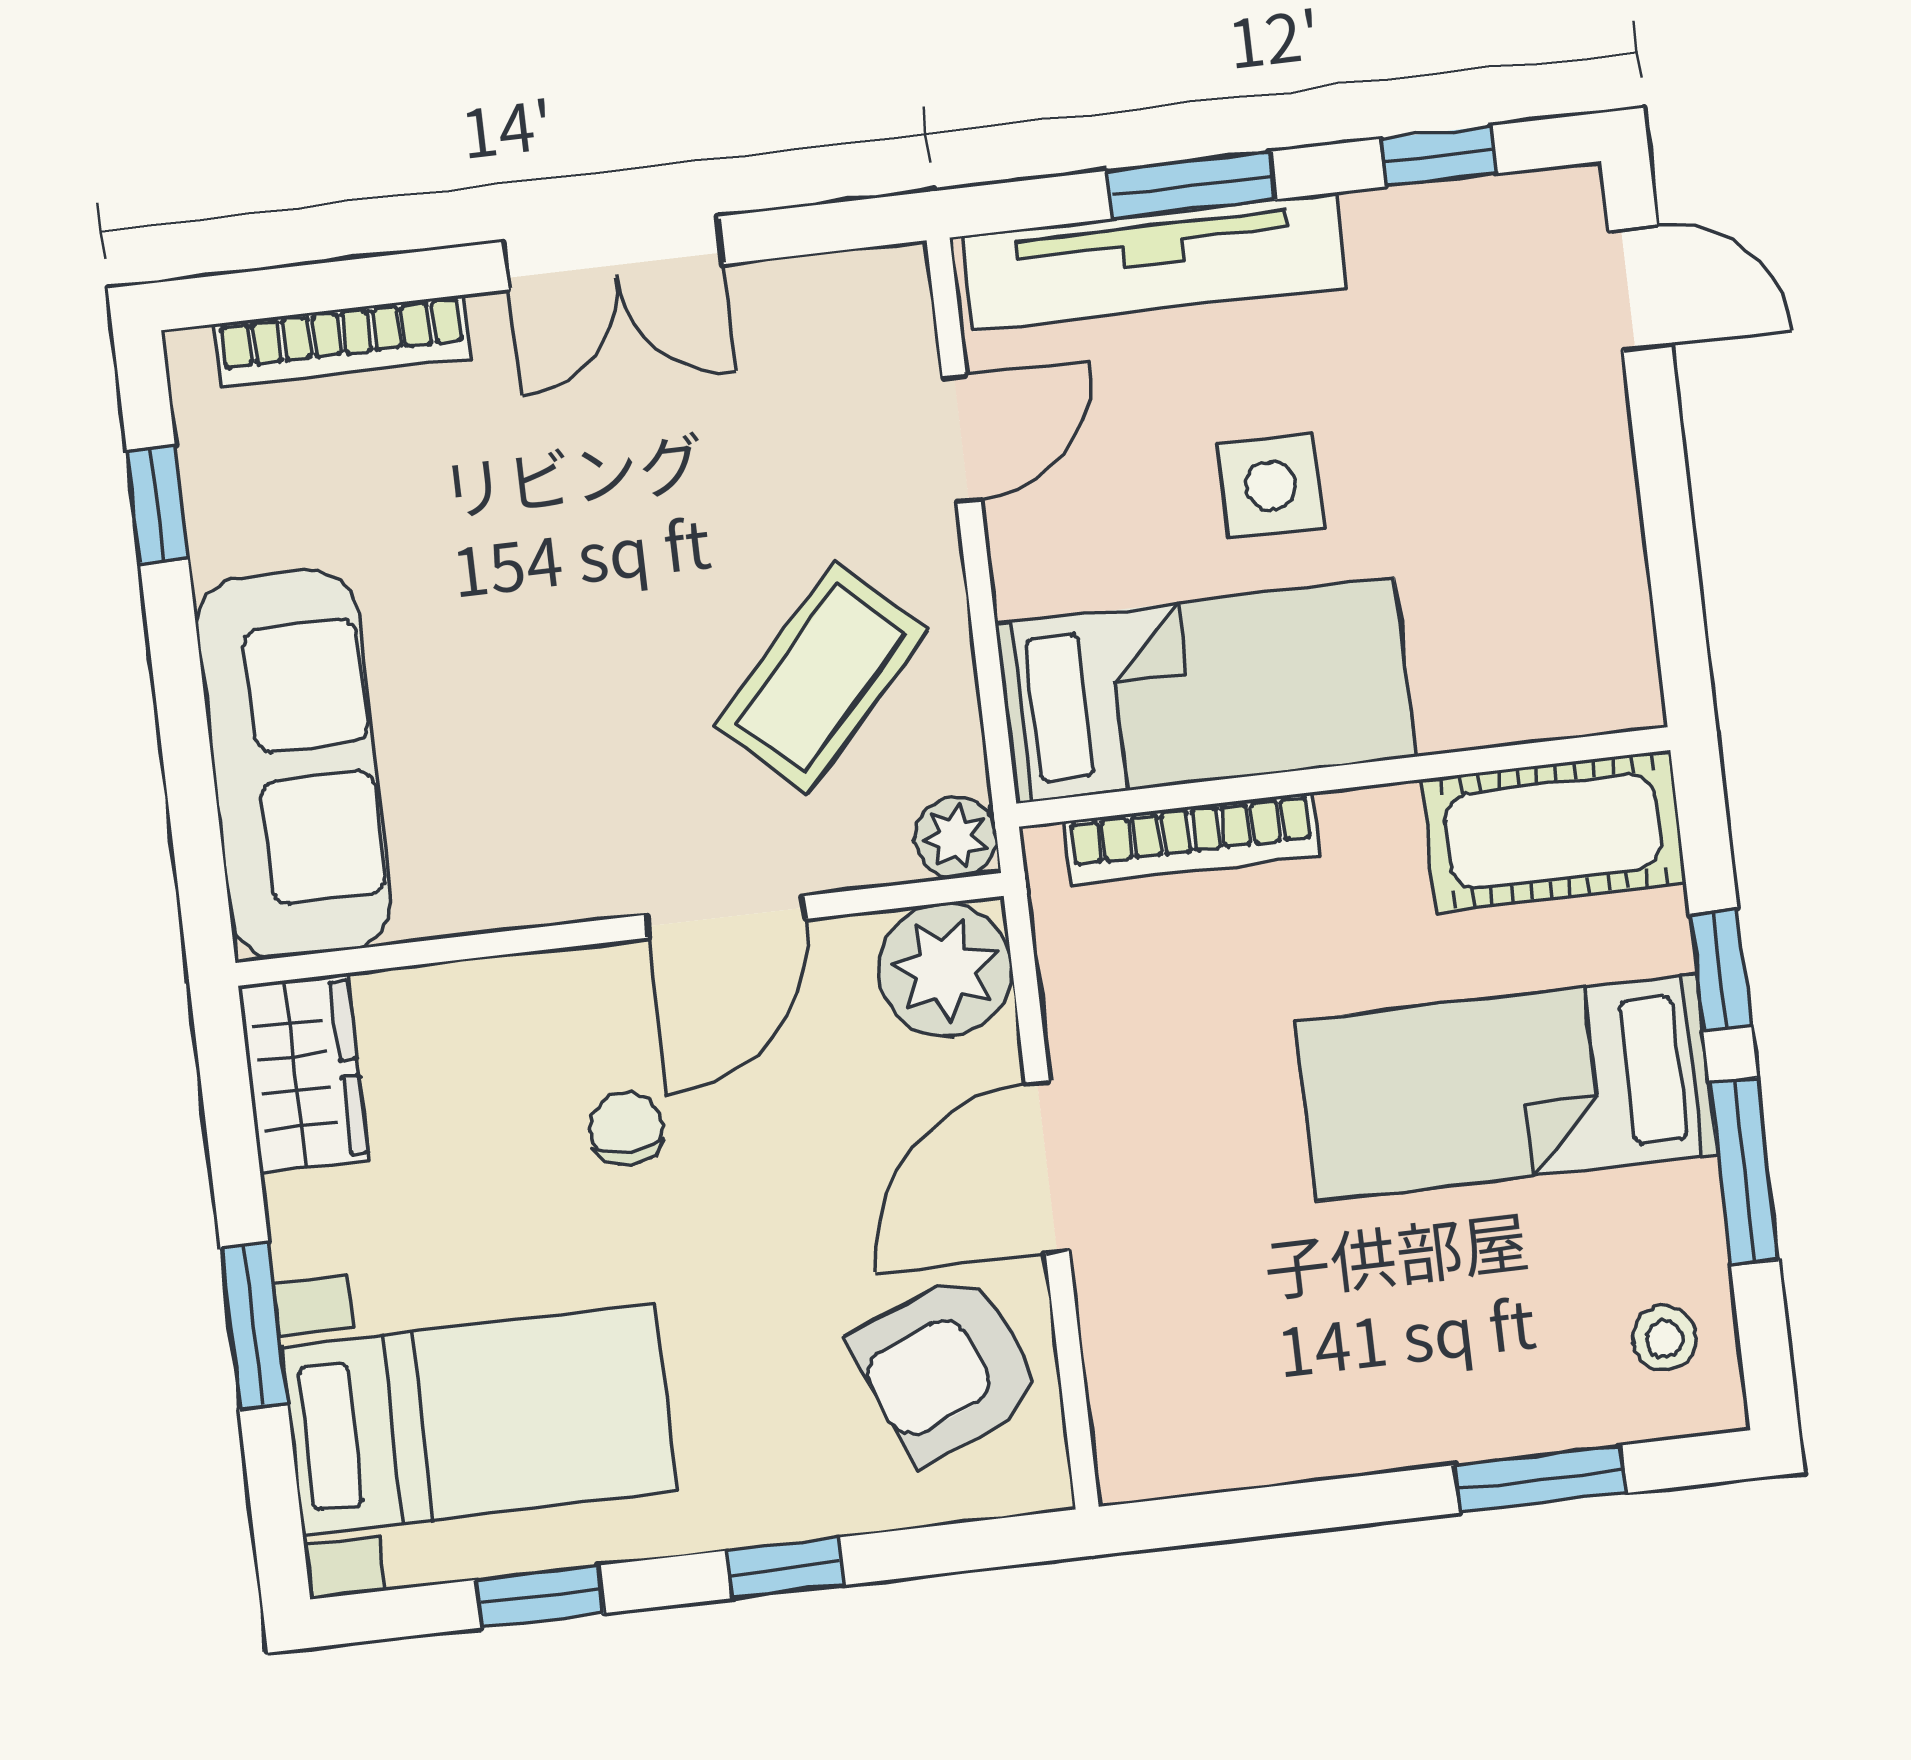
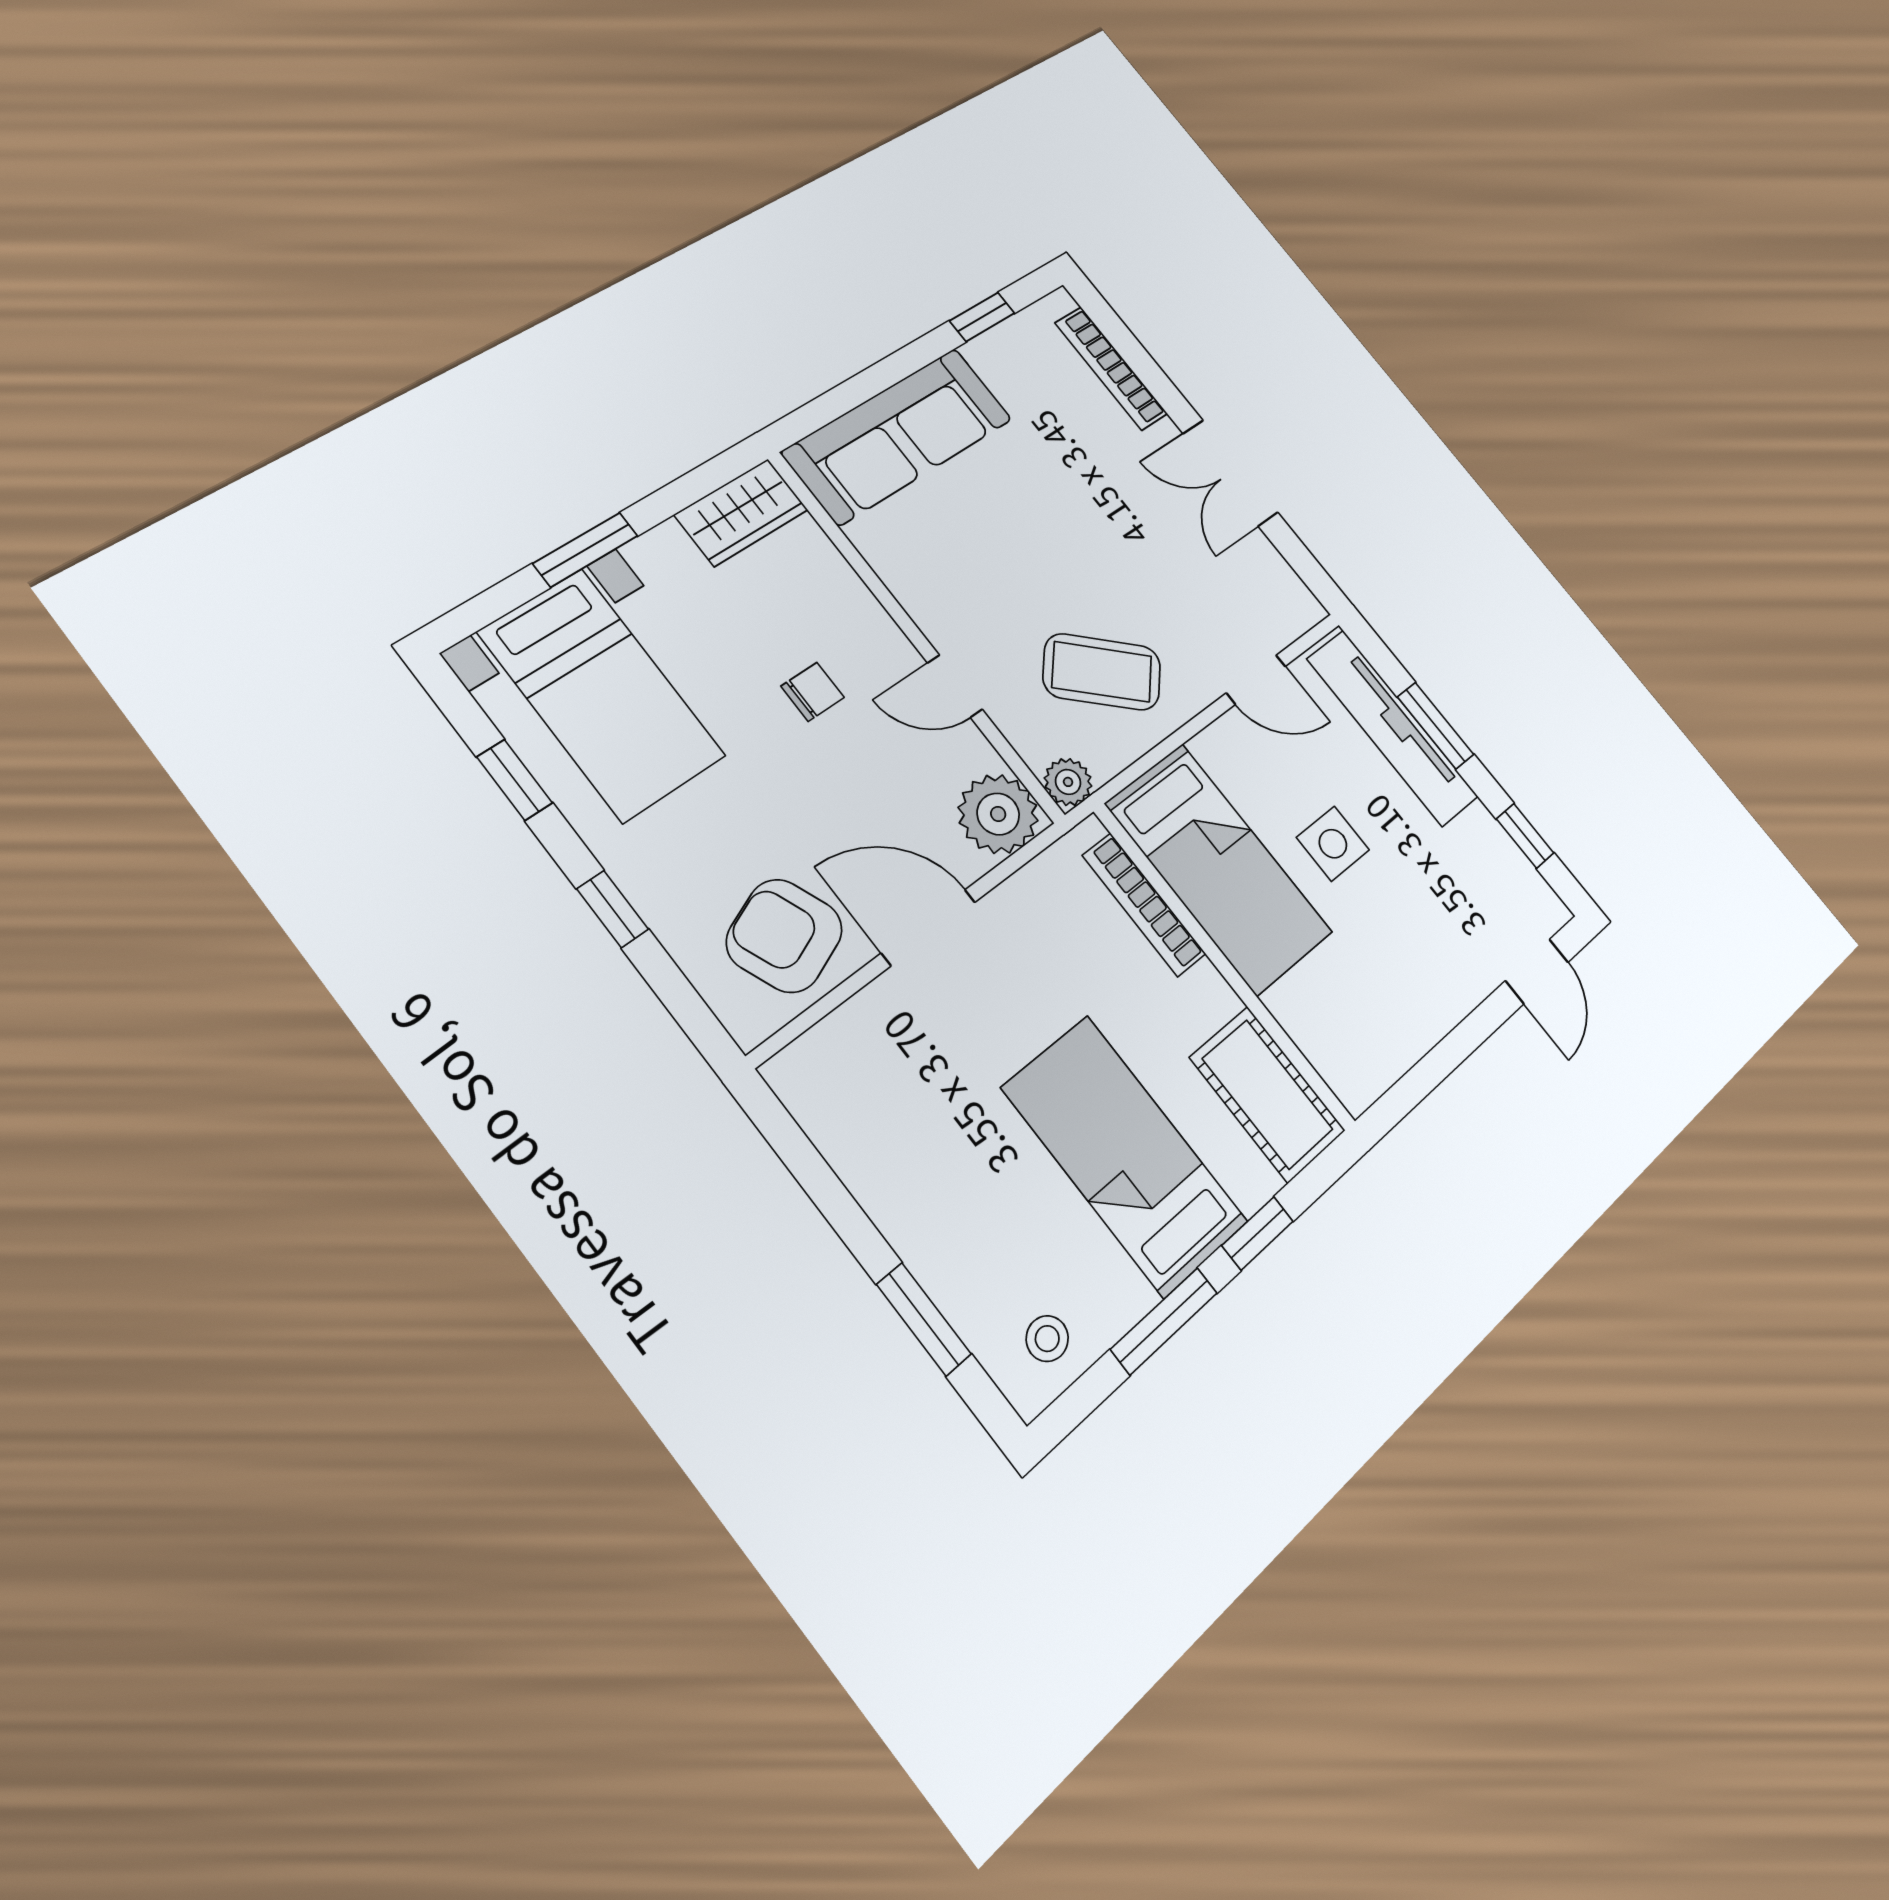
door: (726, 917) -> (955, 686), width x0.73

